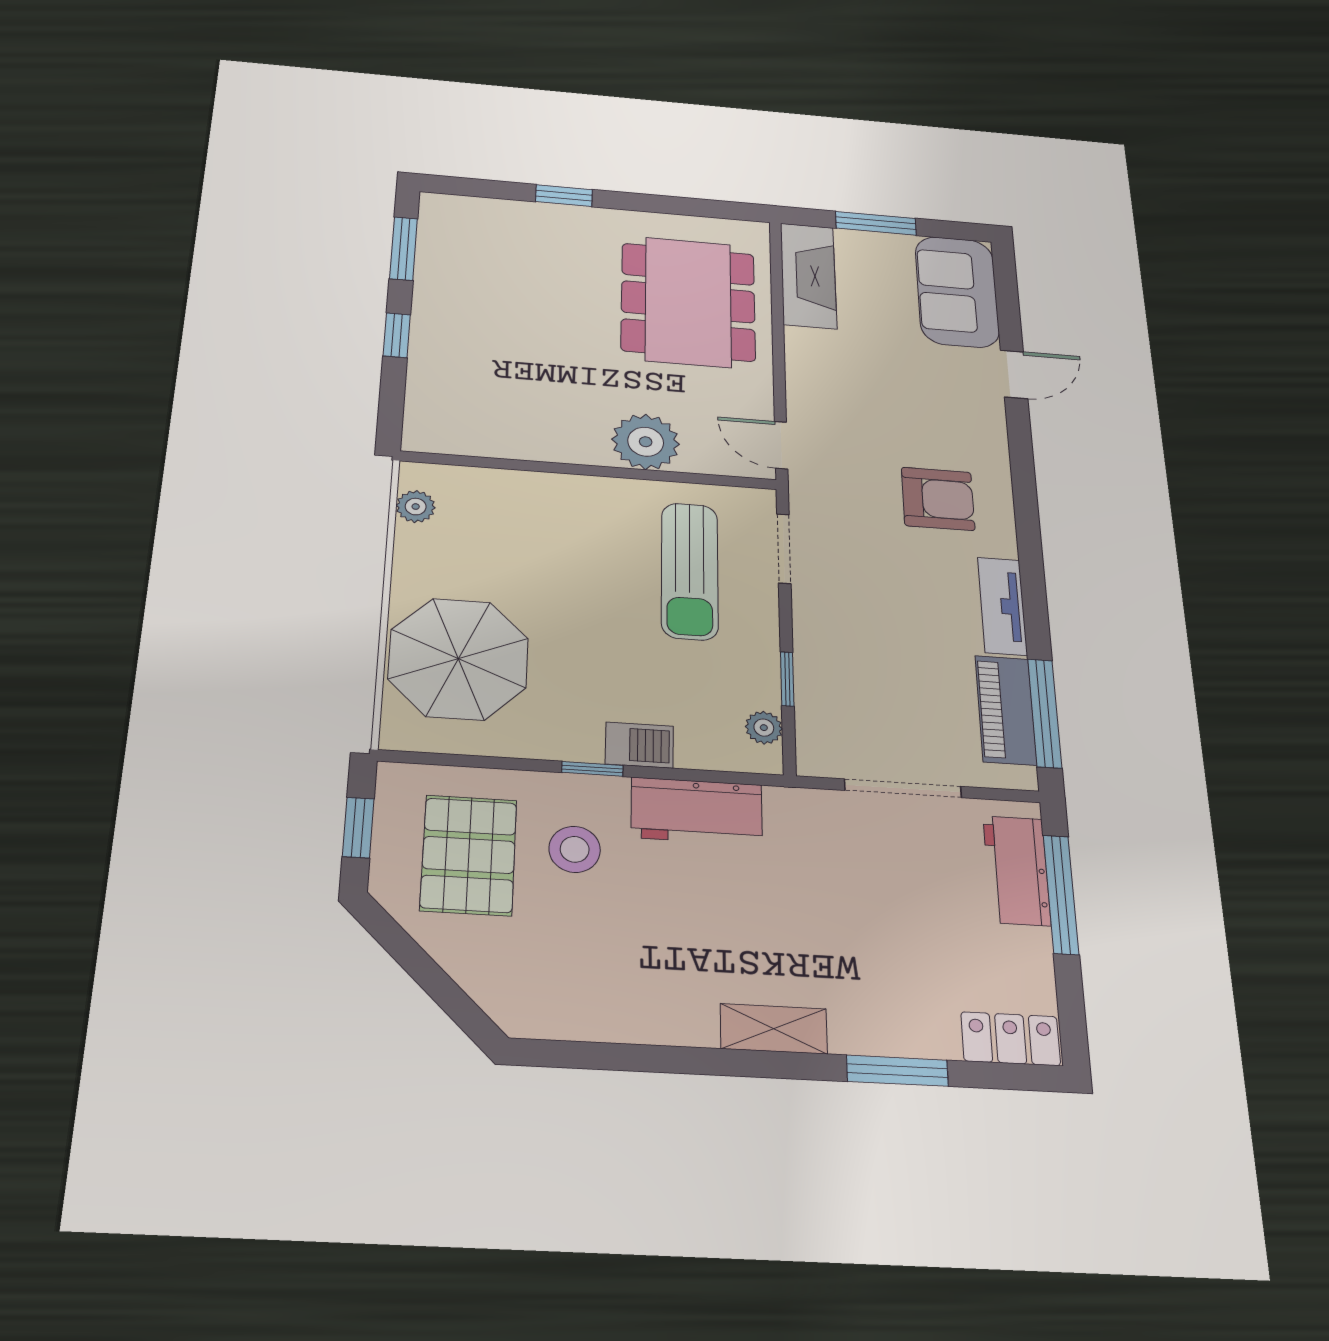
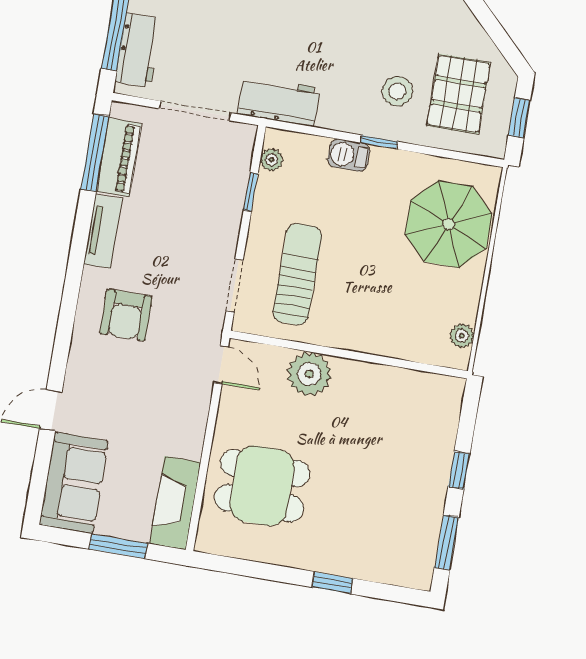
dining table: (688, 302) -> (262, 486), width x0.73
armchair: (938, 499) -> (126, 315), turned -90
workbench: (697, 811) -> (279, 101), moved

